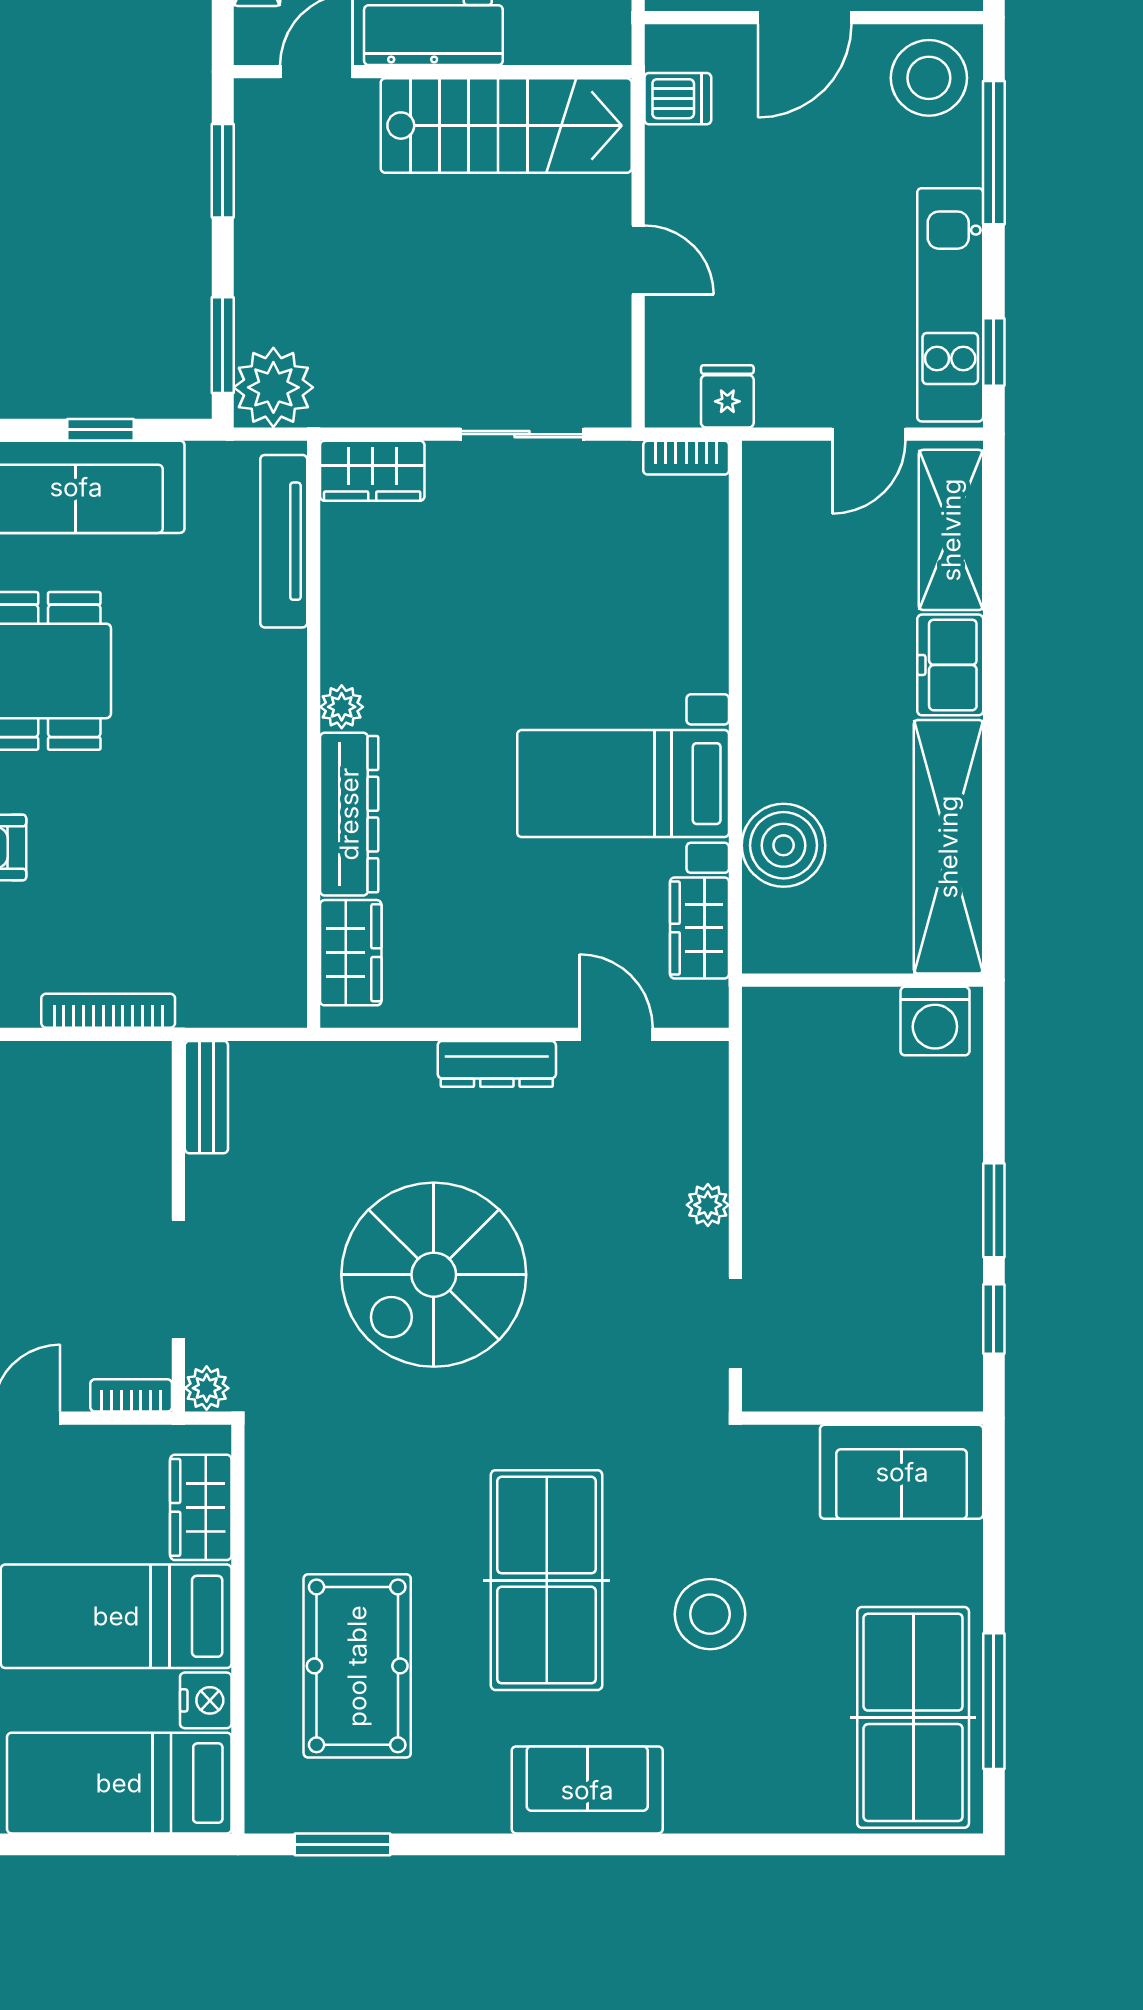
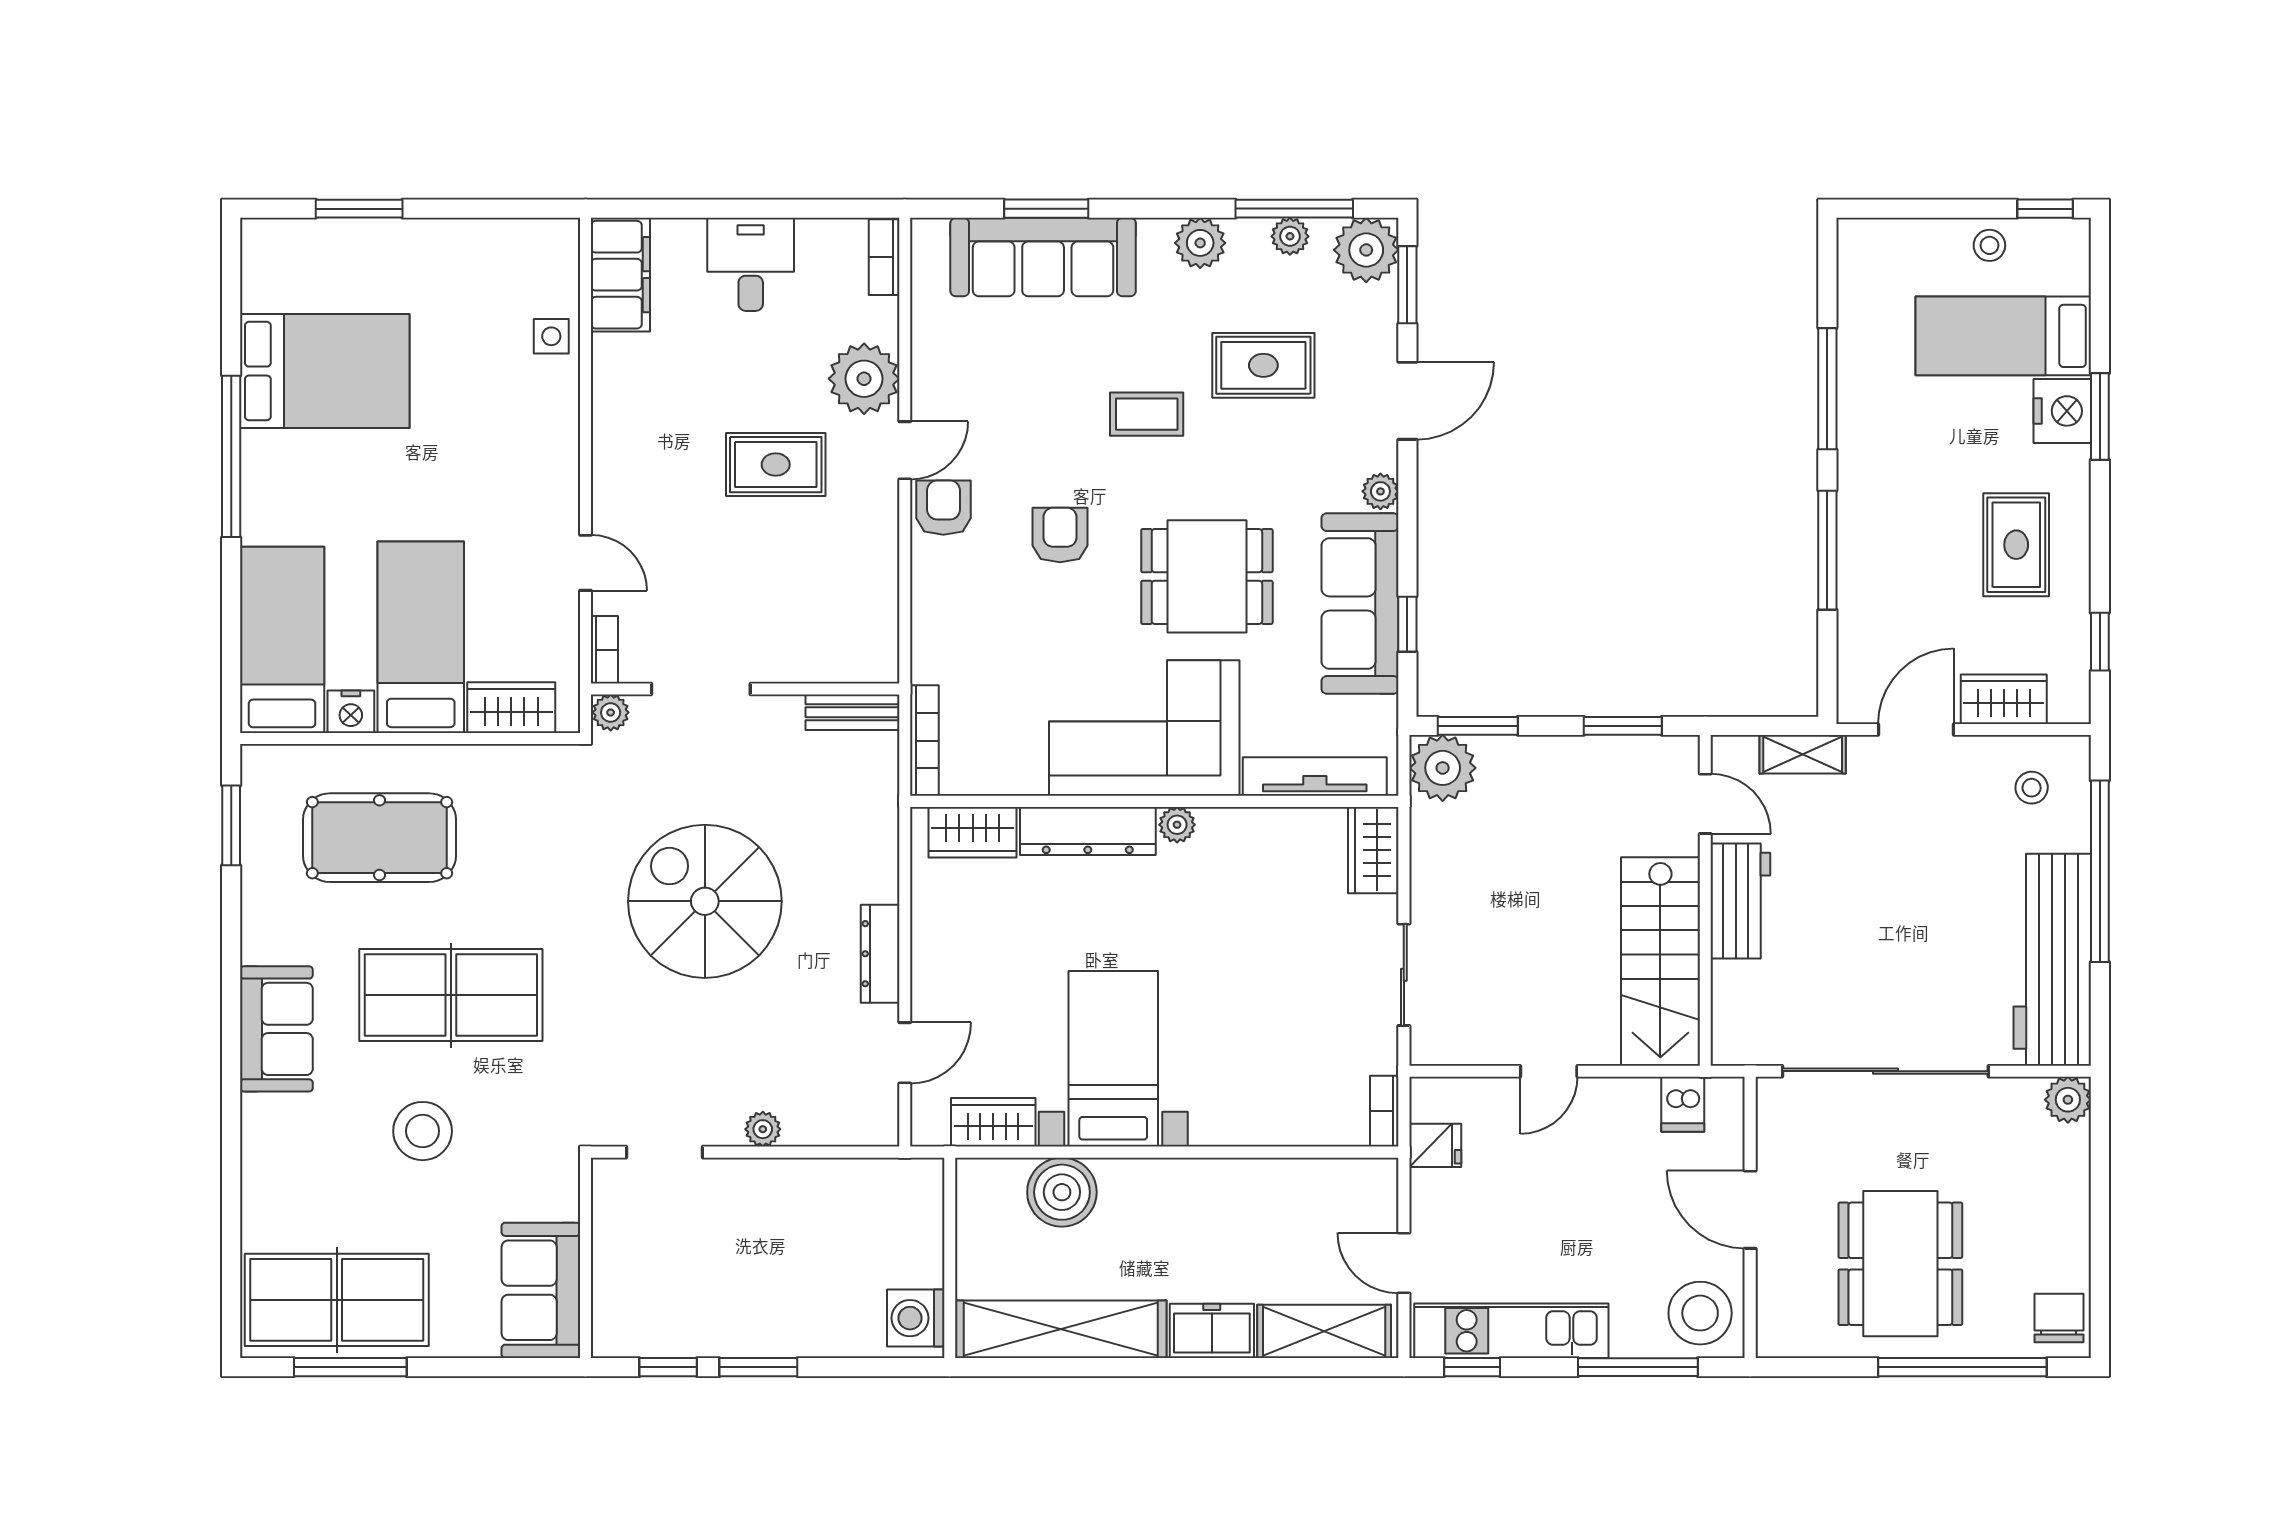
corner sofa: (225, 746) -> (1144, 728), added
bookcase: (108, 1011) -> (924, 741), moved

